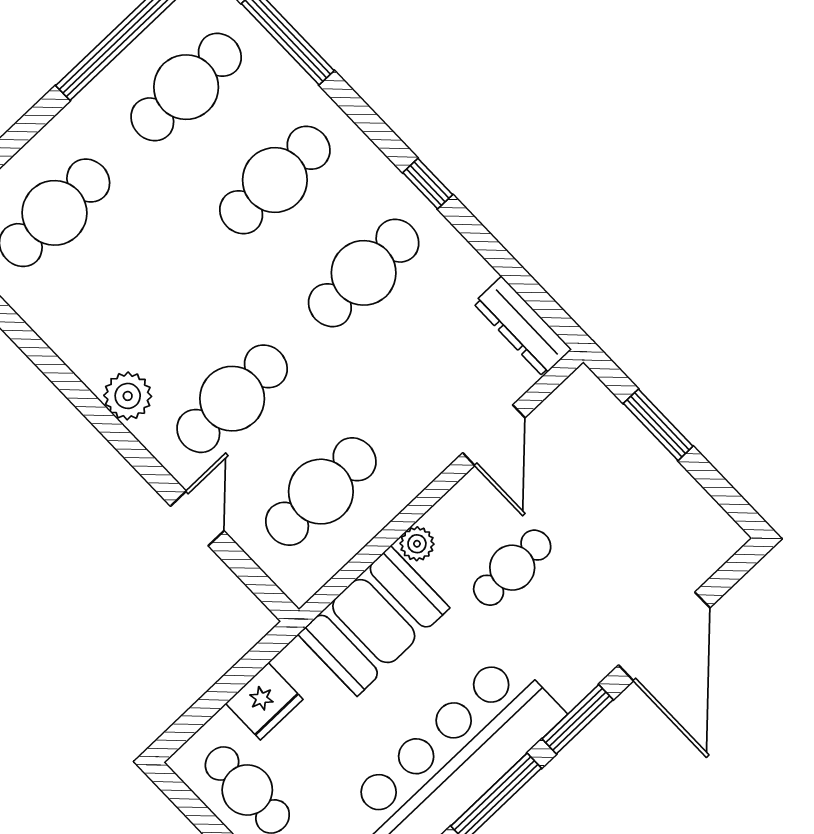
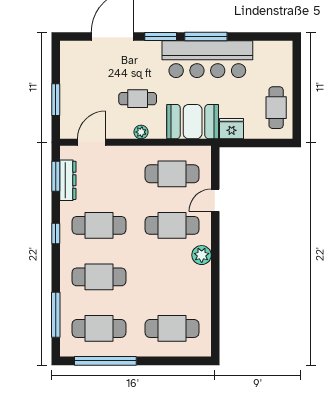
window: (526, 287) -> (56, 176), added
dresser: (522, 326) -> (68, 180), moved
door: (494, 435) -> (92, 142), moved
plant: (417, 544) -> (141, 132), moved
fridge: (264, 701) -> (232, 129), moved

